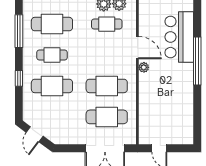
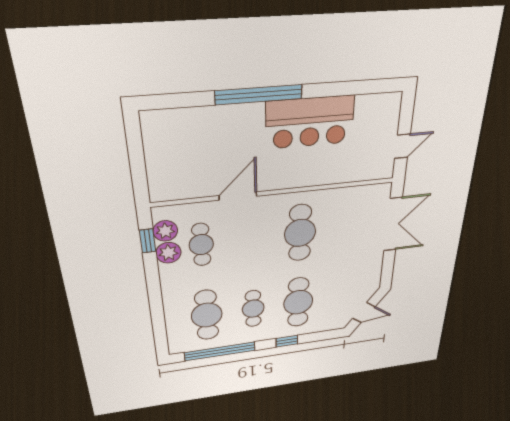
window: (19, 31) -> (220, 351), width x1.46
bar counter: (179, 37) -> (310, 122), moved
plant: (144, 67) -> (271, 183), removed
cafe table: (107, 117) -> (347, 227), removed

